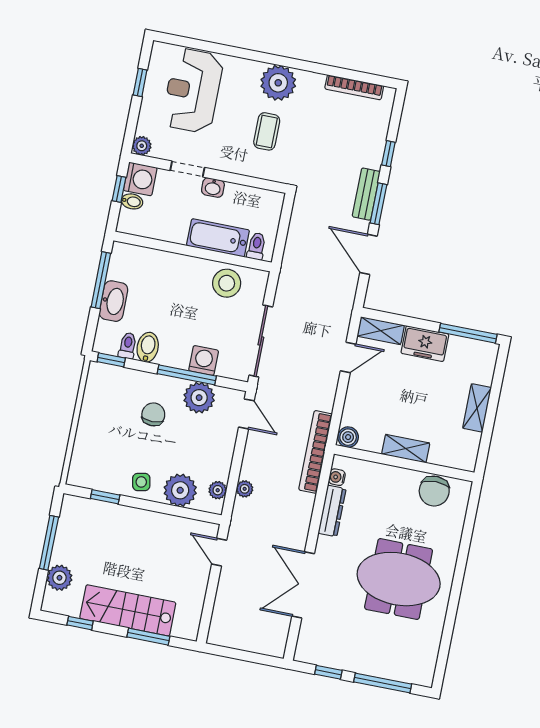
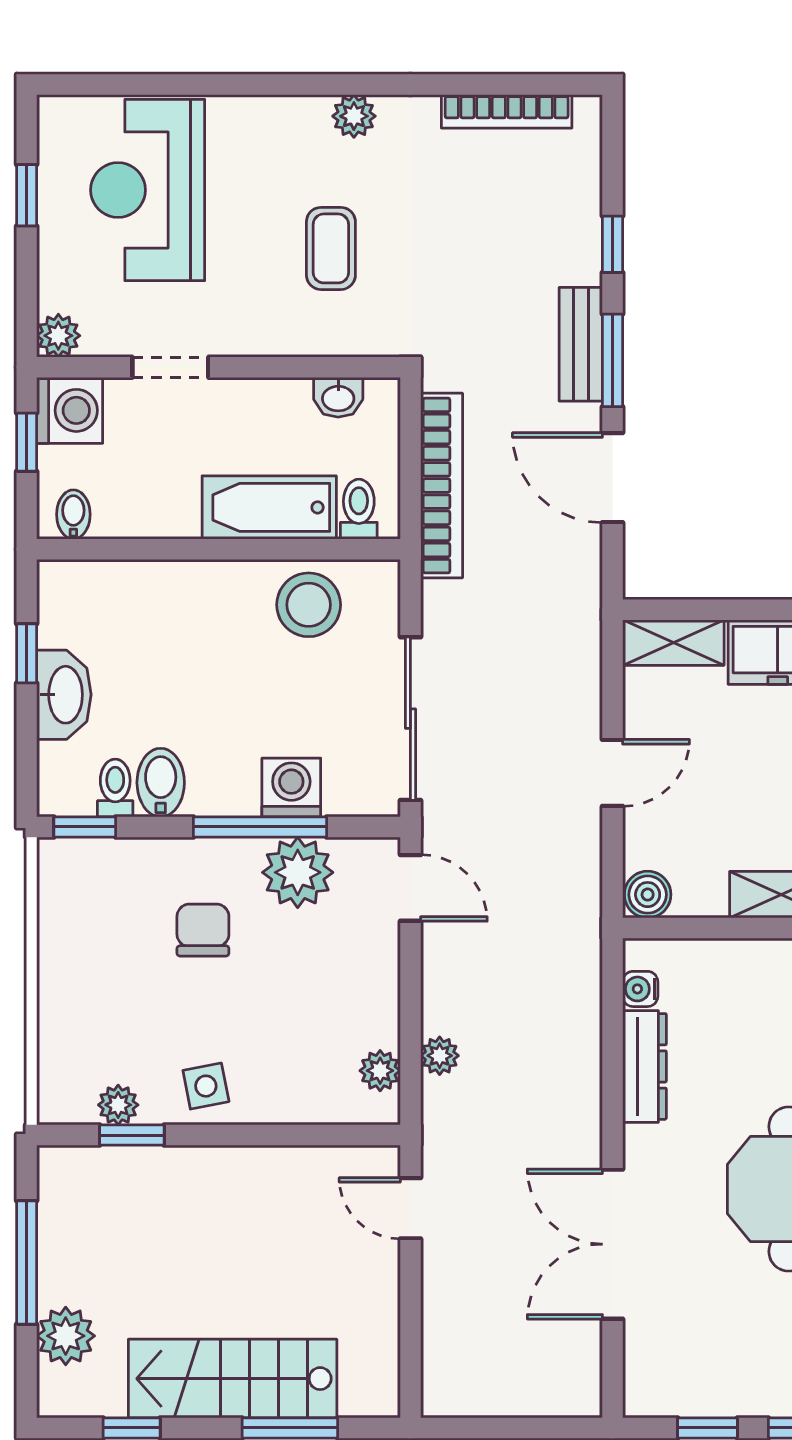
plant: (278, 83) -> (354, 116), width x0.53, depth x0.53
washbasin: (213, 188) -> (338, 397), moved
bidet: (132, 201) -> (73, 514), moved, turned -90
window: (101, 280) -> (27, 653), width x0.46
door: (348, 358) -> (612, 773), moved
bookcase: (315, 452) -> (442, 485), moved, turned 180
plant: (180, 490) -> (118, 1105), moved, width x0.53, depth x0.53

